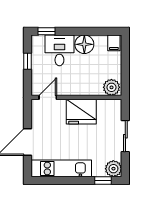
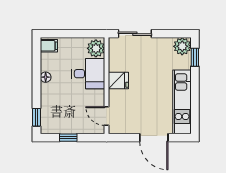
floor lamp: (84, 44) -> (46, 77), width x0.53, depth x0.53
desk: (59, 50) -> (88, 74), moved, turned 180
fridge: (81, 112) -> (118, 80), width x0.53, depth x0.75
sliding door: (125, 136) -> (135, 34), moved

